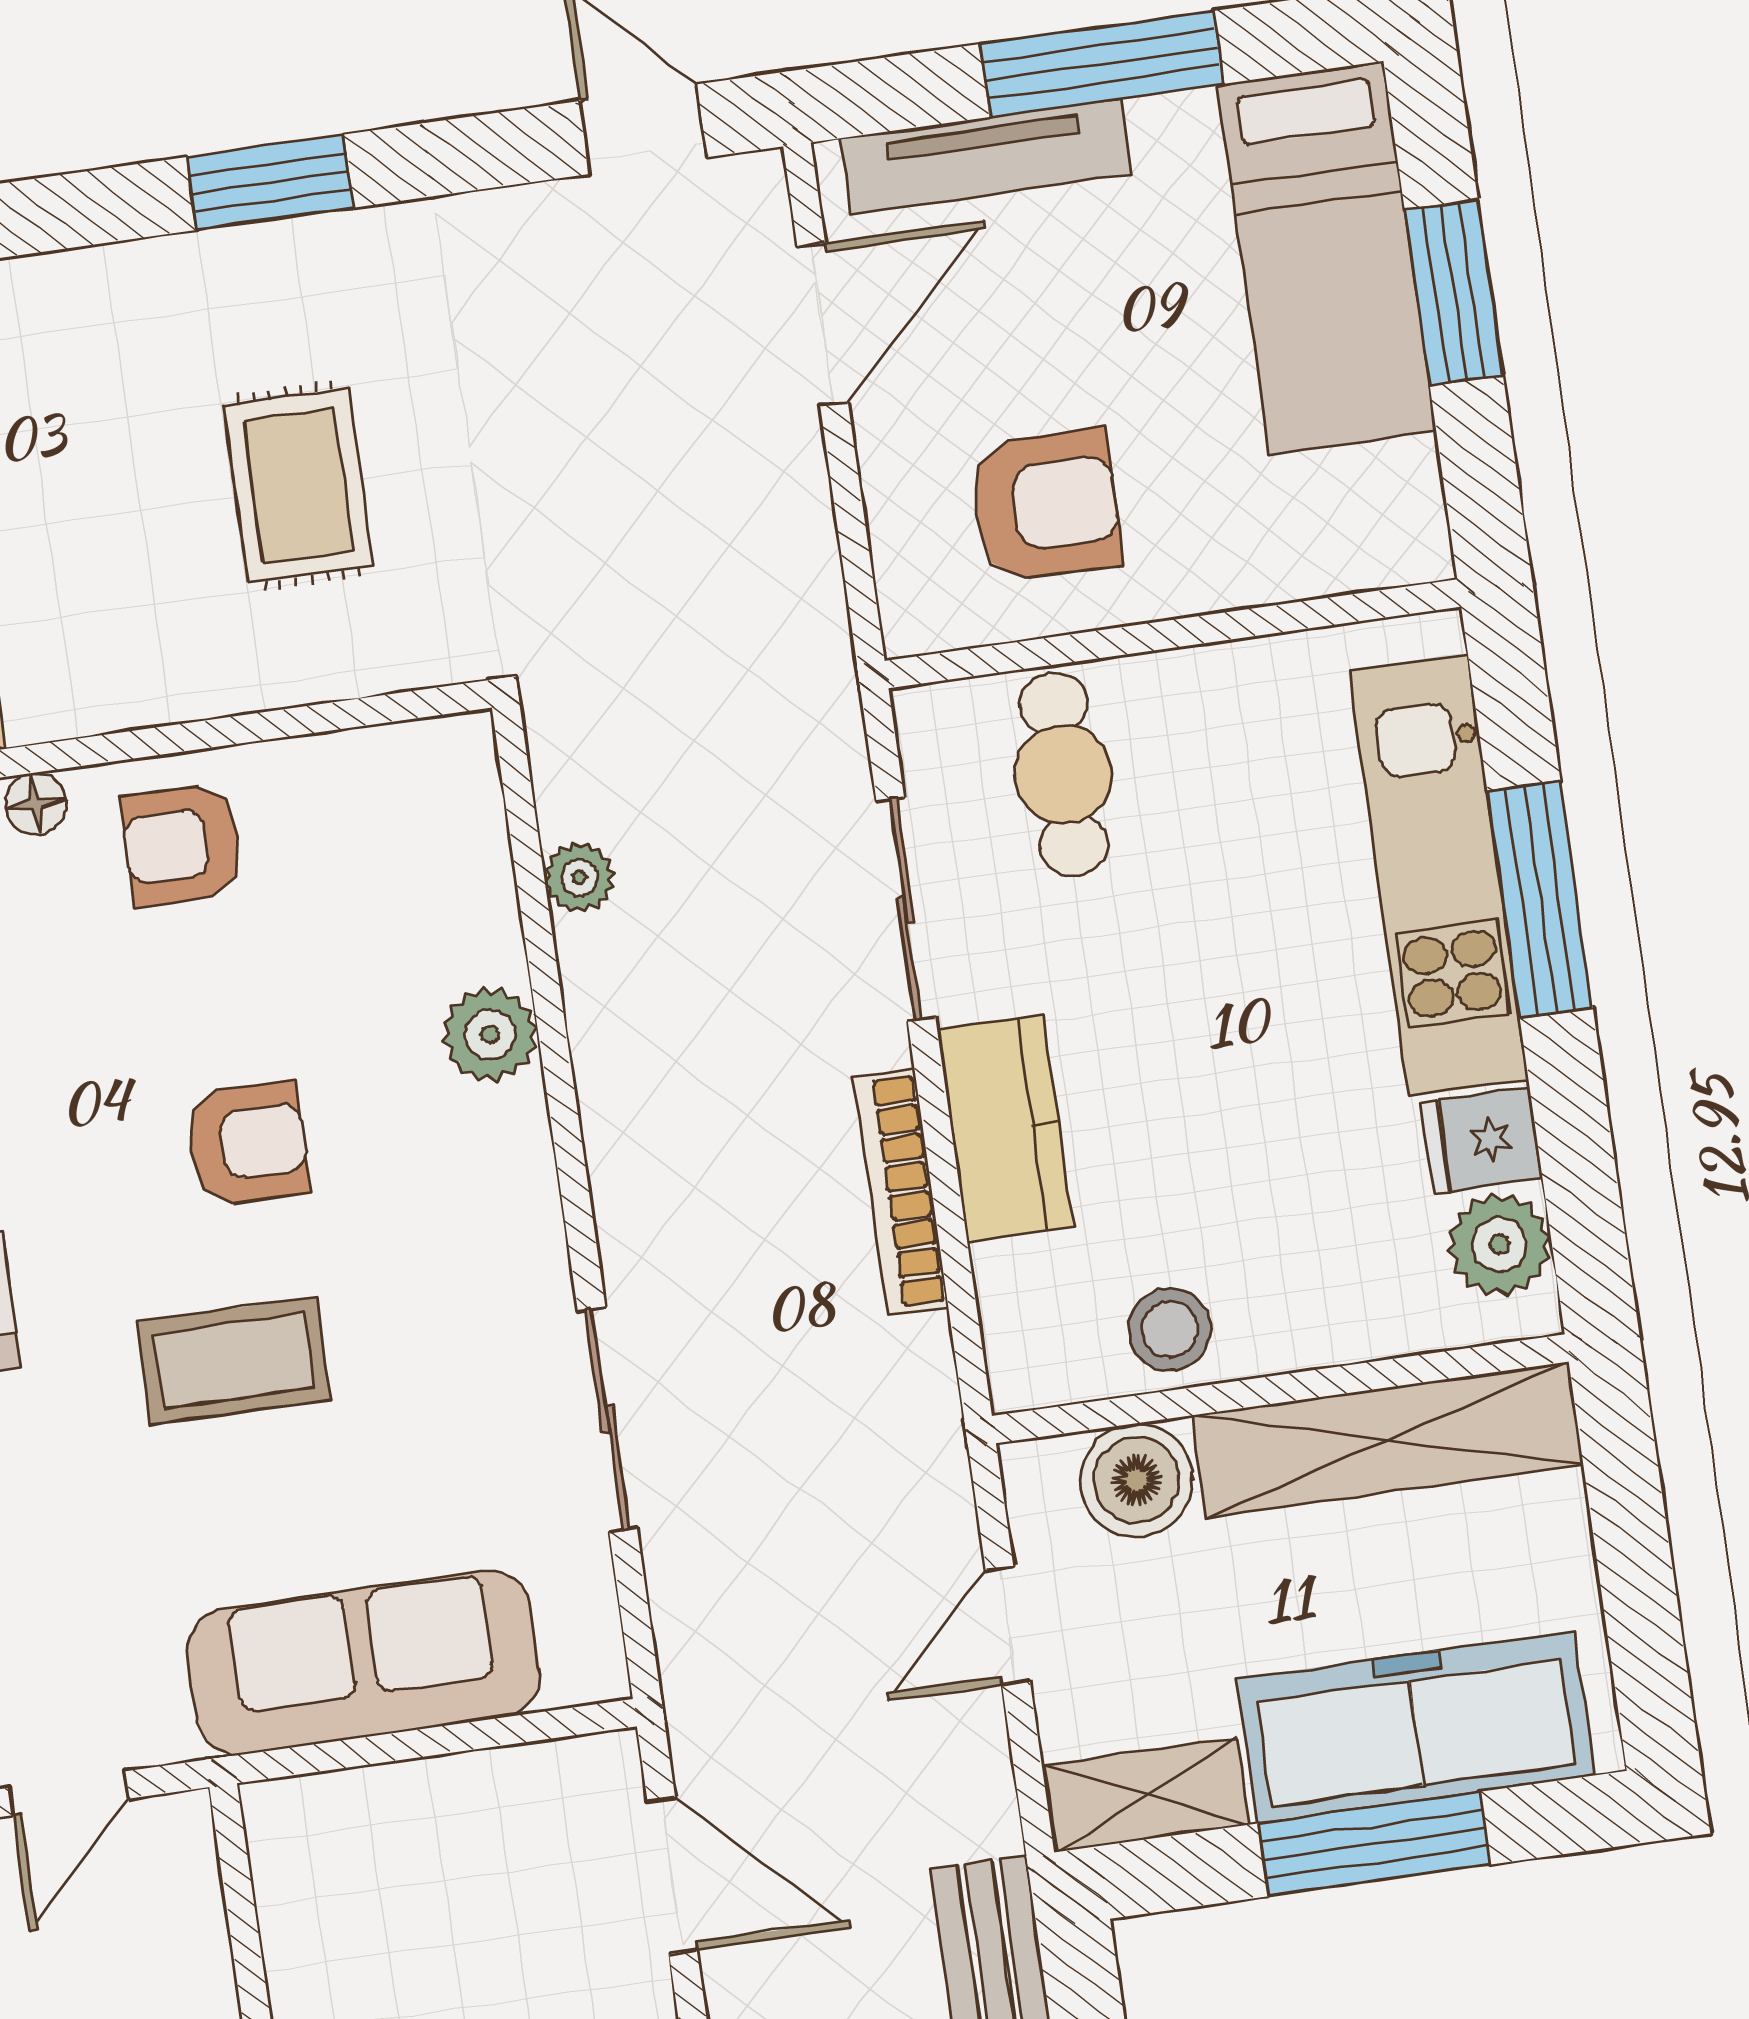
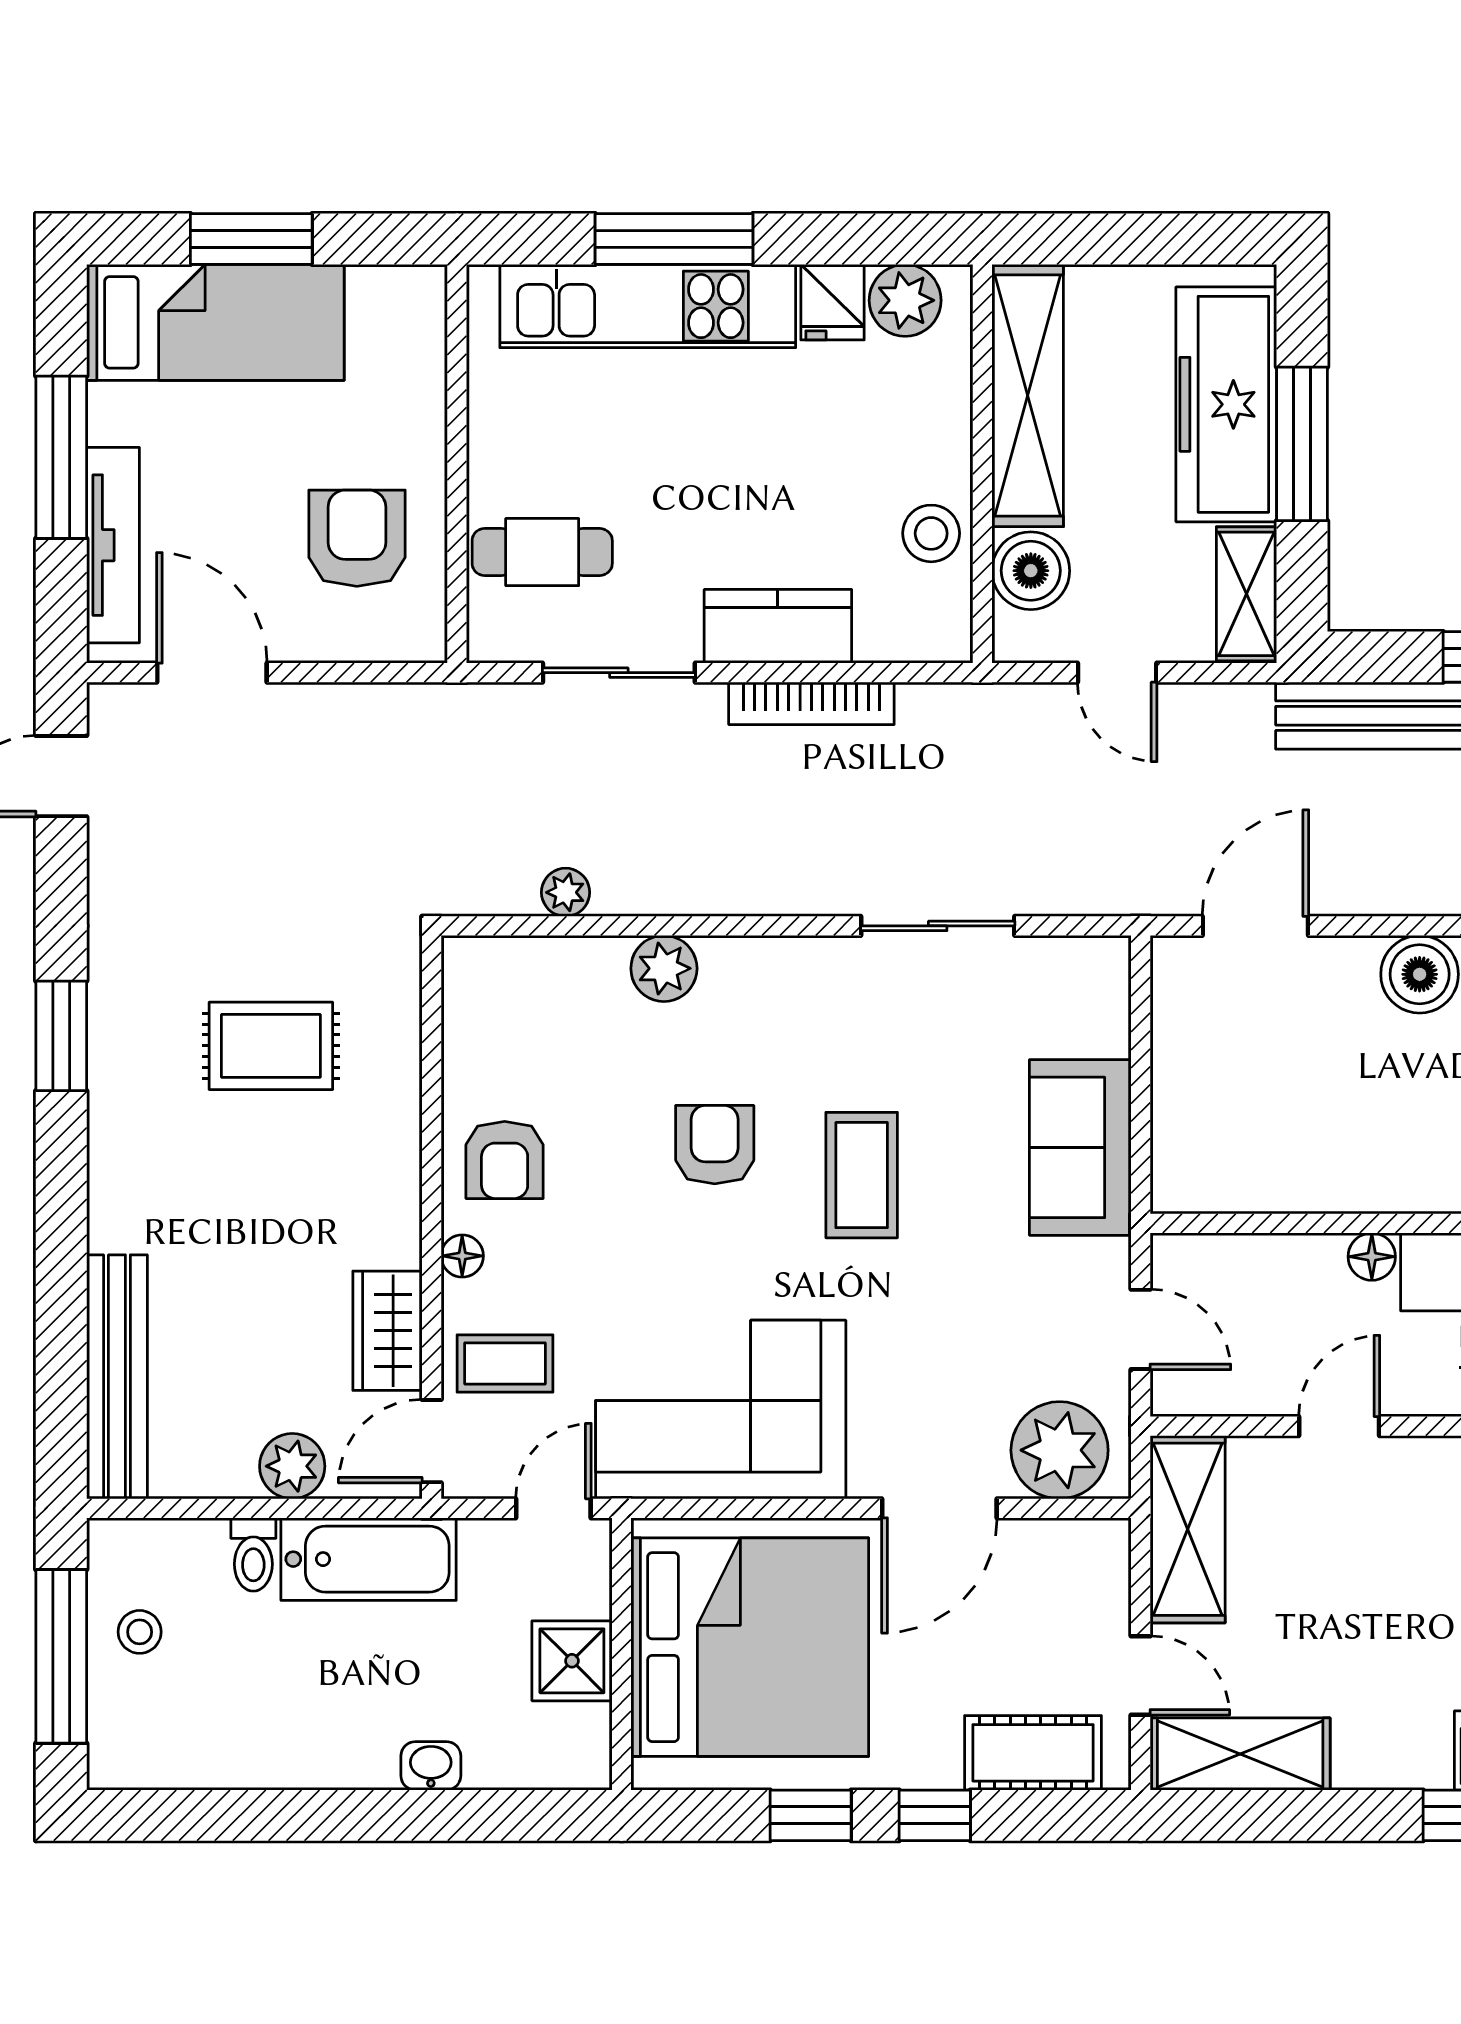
sofa: (364, 1663) -> (1080, 1147), width x0.73

